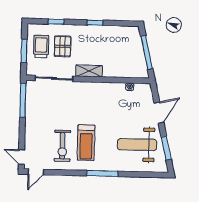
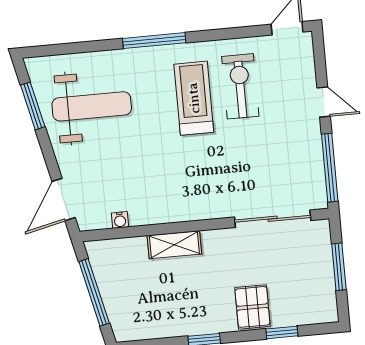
trolley: (41, 46) -> (306, 280), removed
pallet: (63, 46) -> (252, 307), moved
shelving: (89, 71) -> (174, 245), moved
door: (159, 113) -> (64, 200), moved
door: (21, 157) -> (324, 102), moved

